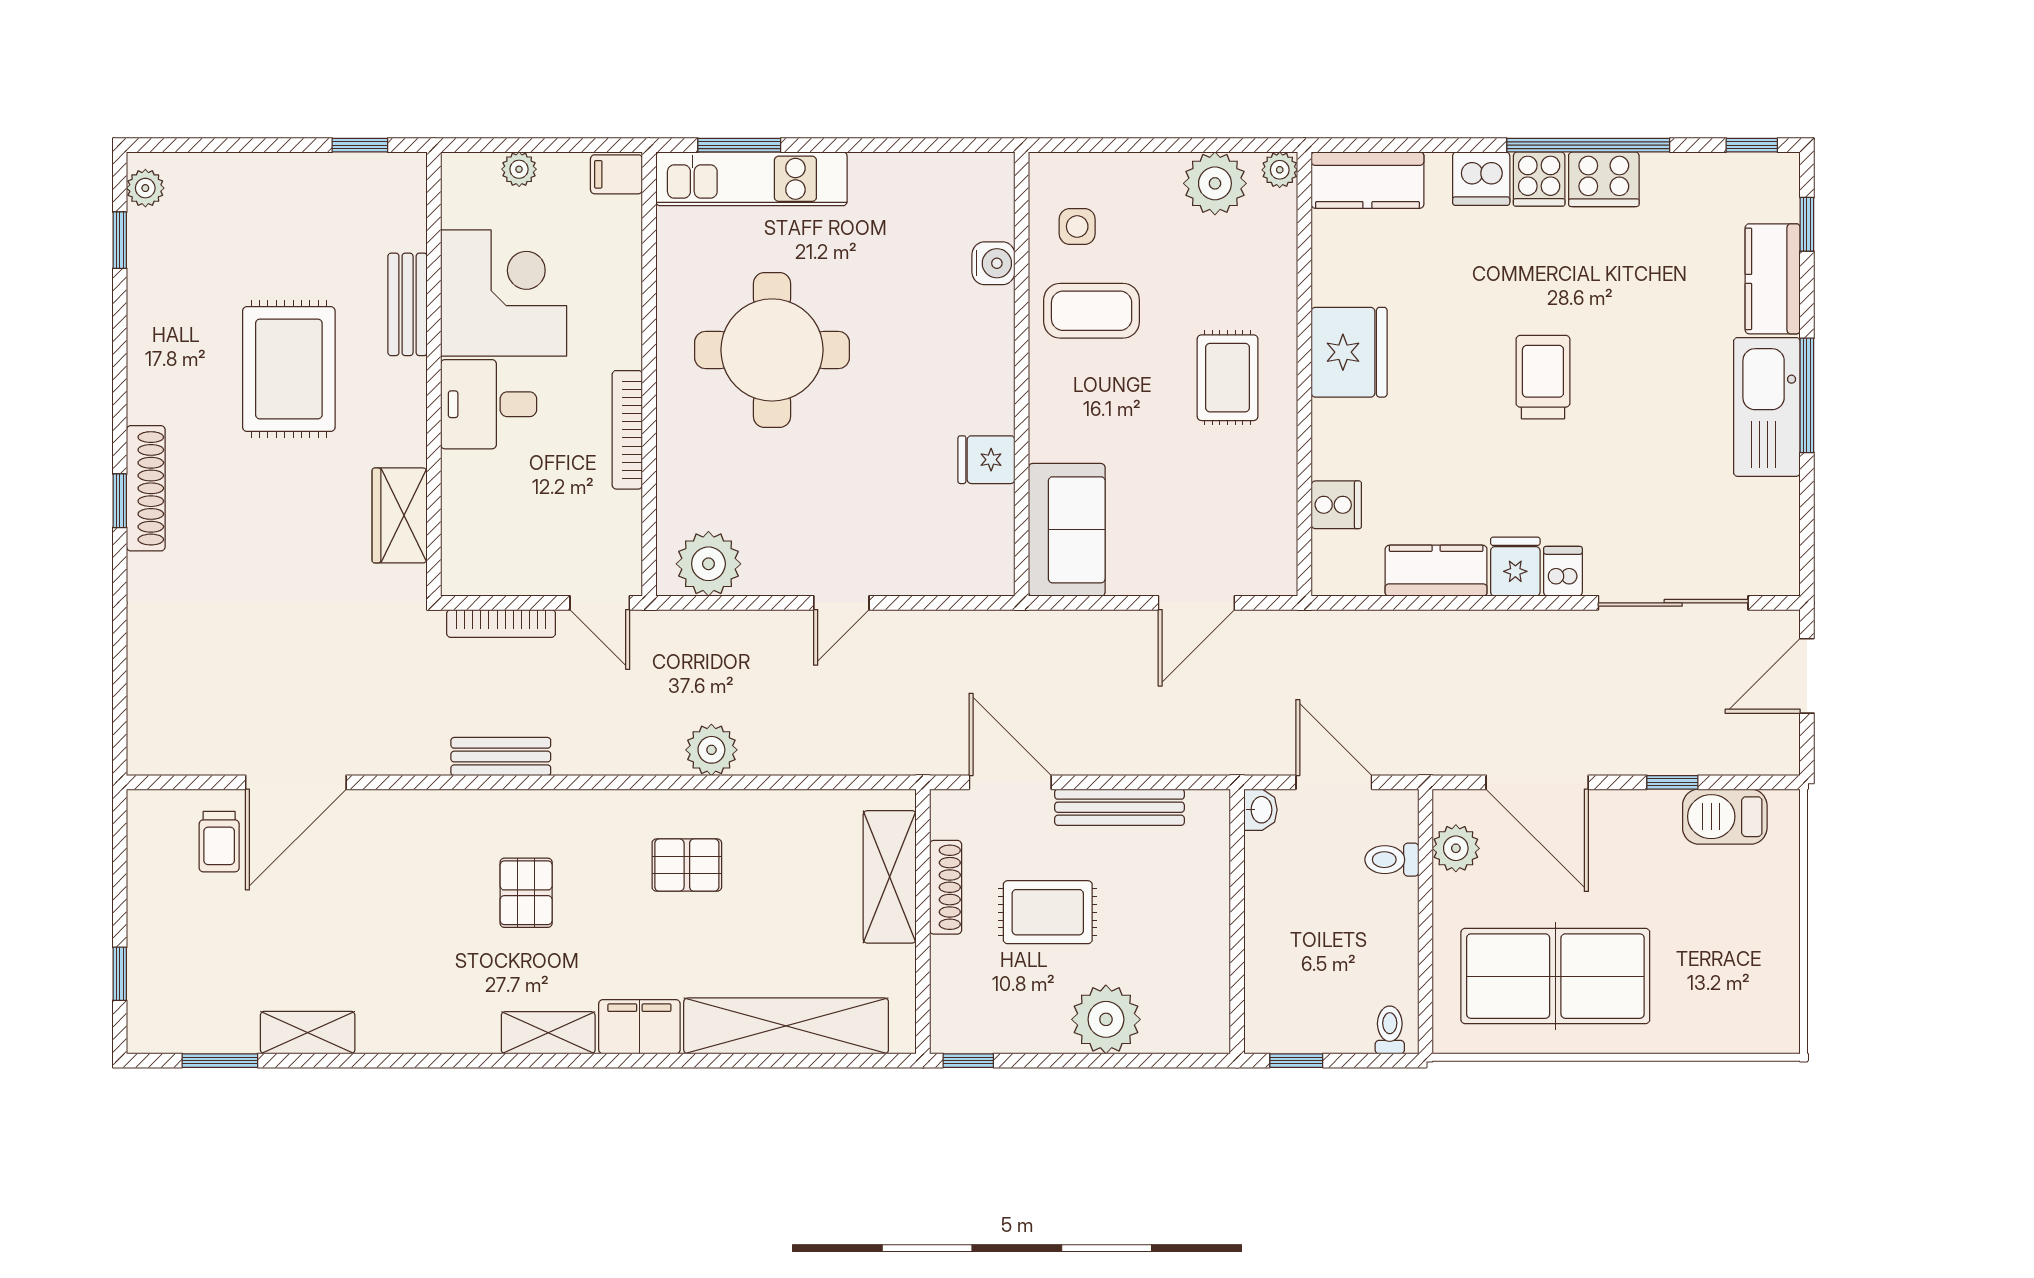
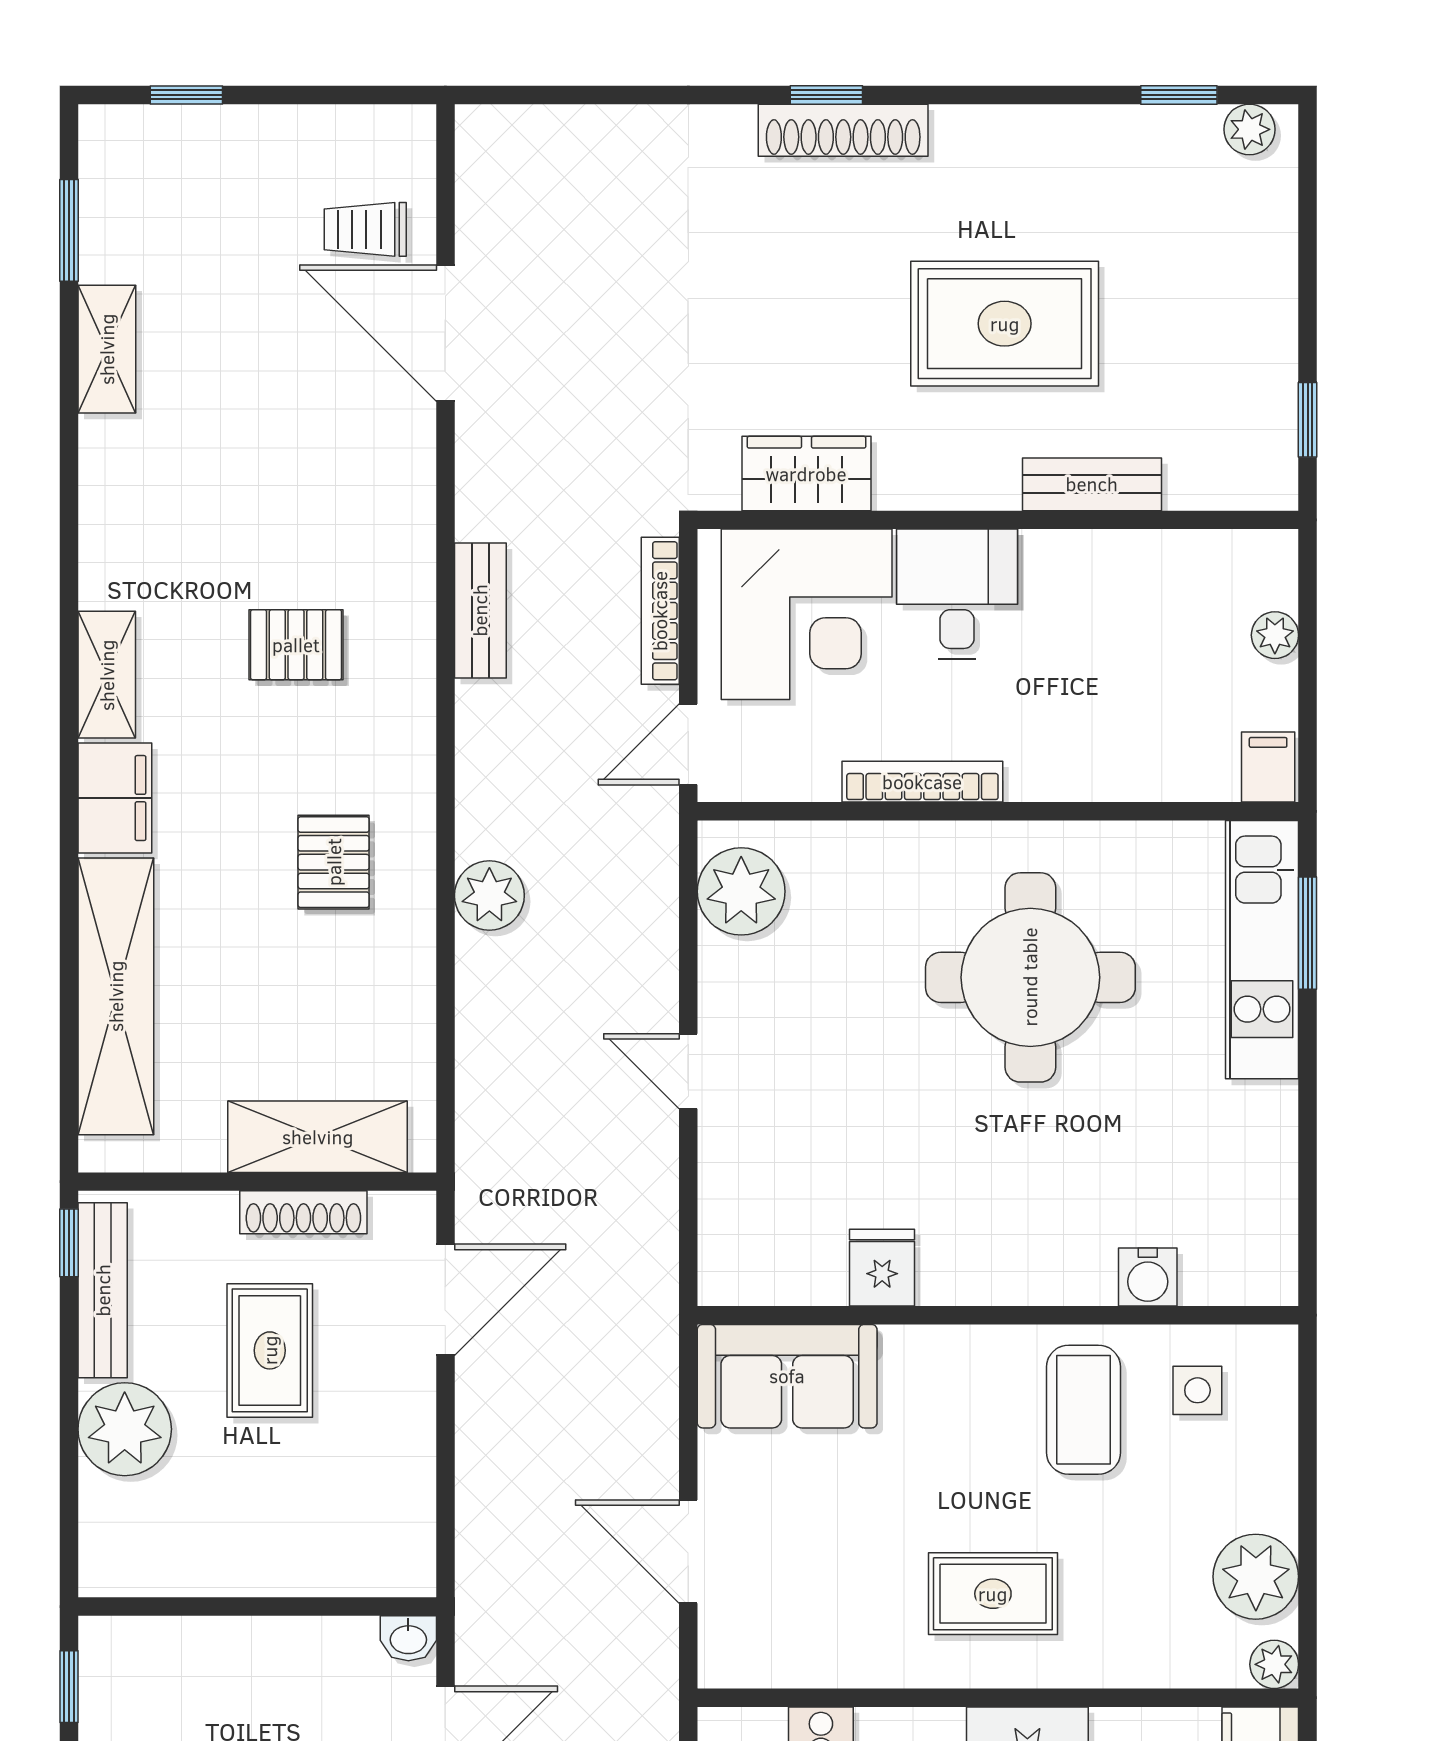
corner desk: (504, 293) -> (807, 614), moved
bench: (1119, 807) -> (103, 1290), moved

